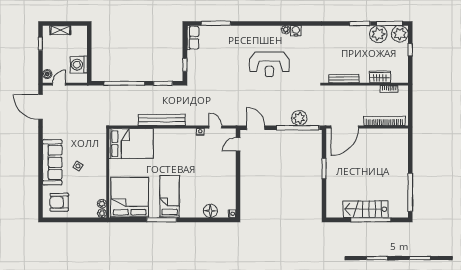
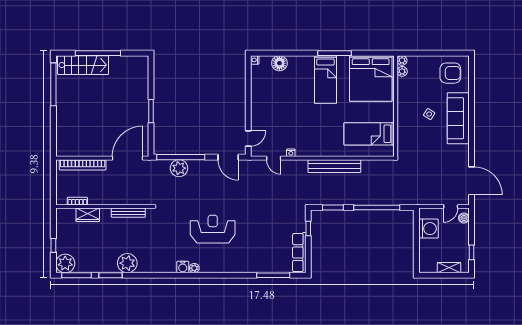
plant: (378, 34) -> (127, 263), moved
row of seats: (193, 38) -> (299, 253), width x1.48
bed: (131, 144) -> (369, 134), width x0.67
stairs: (365, 209) -> (83, 65), moved

